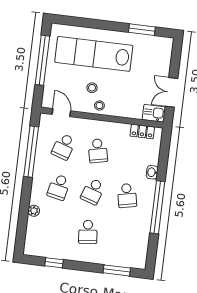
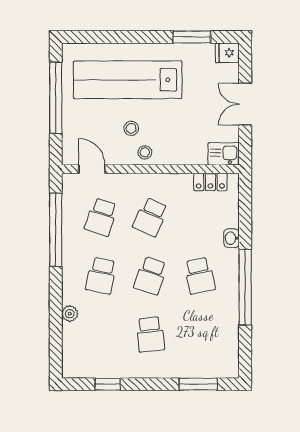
fridge: (165, 44) -> (227, 53), added
double door: (172, 92) -> (245, 104), moved
school desk: (98, 151) -> (150, 217), turned 36

